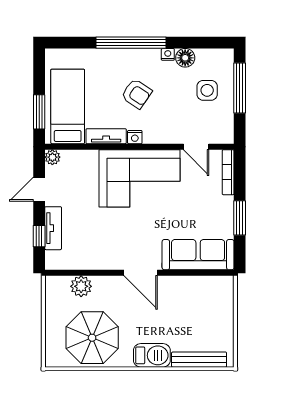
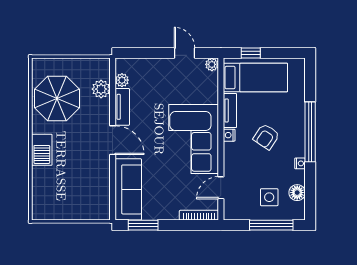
floor lamp: (185, 58) -> (297, 193), moved
window: (39, 112) -> (251, 53), width x0.67
window: (240, 218) -> (143, 225), moved
tv unit: (53, 228) -> (122, 107), moved, turned -90
window: (39, 236) -> (144, 53), removed
plant: (71, 262) -> (122, 80), added
door: (141, 273) -> (113, 140), swing flipped
bench: (199, 360) -> (38, 190), removed

